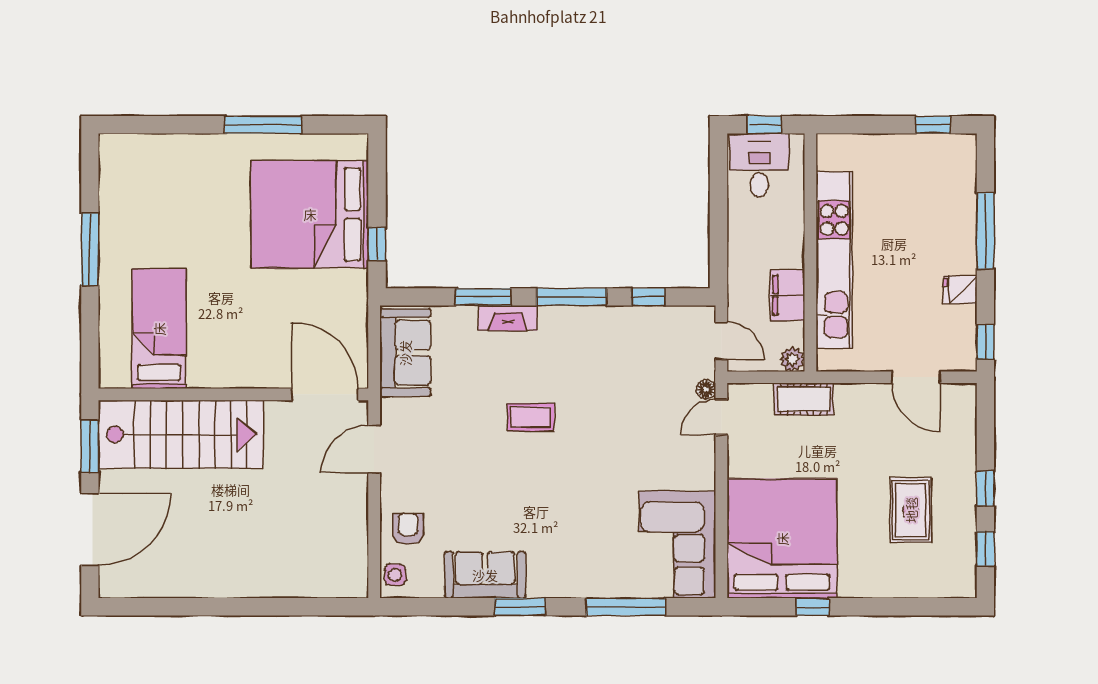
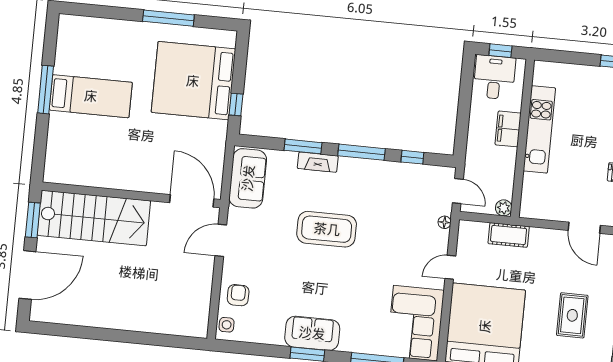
kitchen unit: (834, 260) -> (539, 129), width x0.73
filing cabinet: (787, 295) -> (508, 129), moved
bed: (159, 329) -> (91, 96), moved, turned 90
coffee table: (531, 417) -> (327, 229), width x1.86, depth x1.72
door: (721, 417) -> (450, 267), moved
sofa: (485, 575) -> (312, 333), moved

